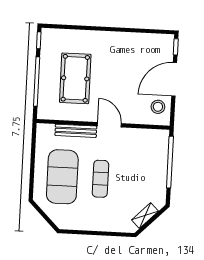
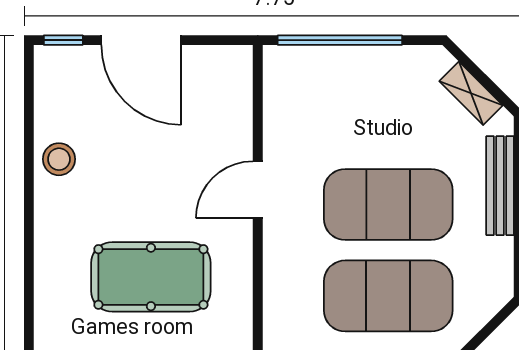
stool: (158, 107) -> (59, 159), moved
bench: (76, 131) -> (500, 186), moved
exercise mat: (100, 179) -> (388, 204), width x2.00, depth x1.45

